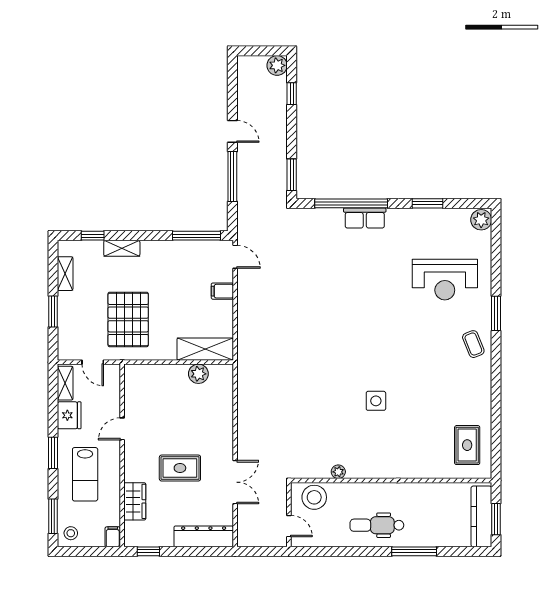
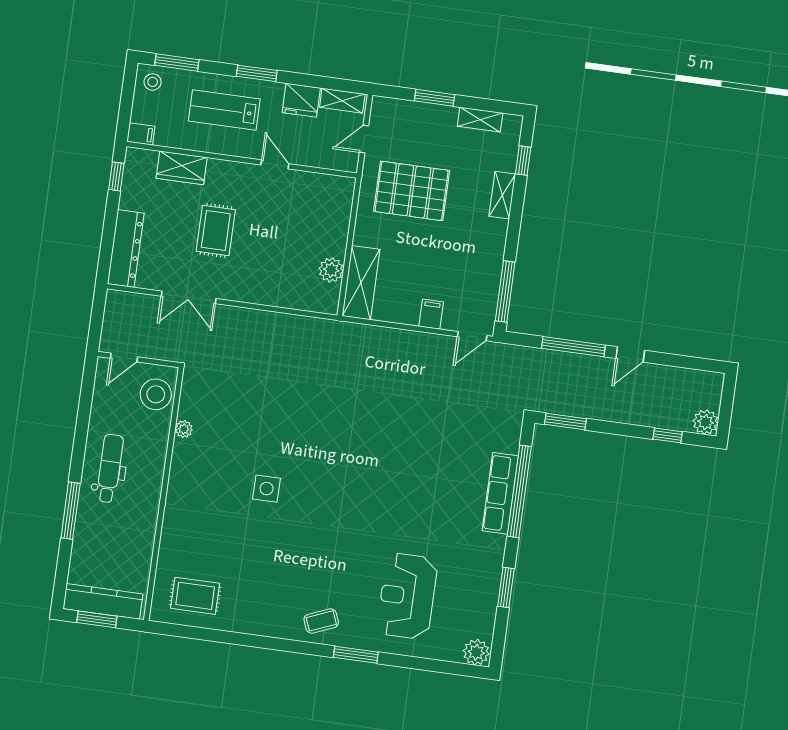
row of seats: (365, 218) -> (500, 493), width x1.48

